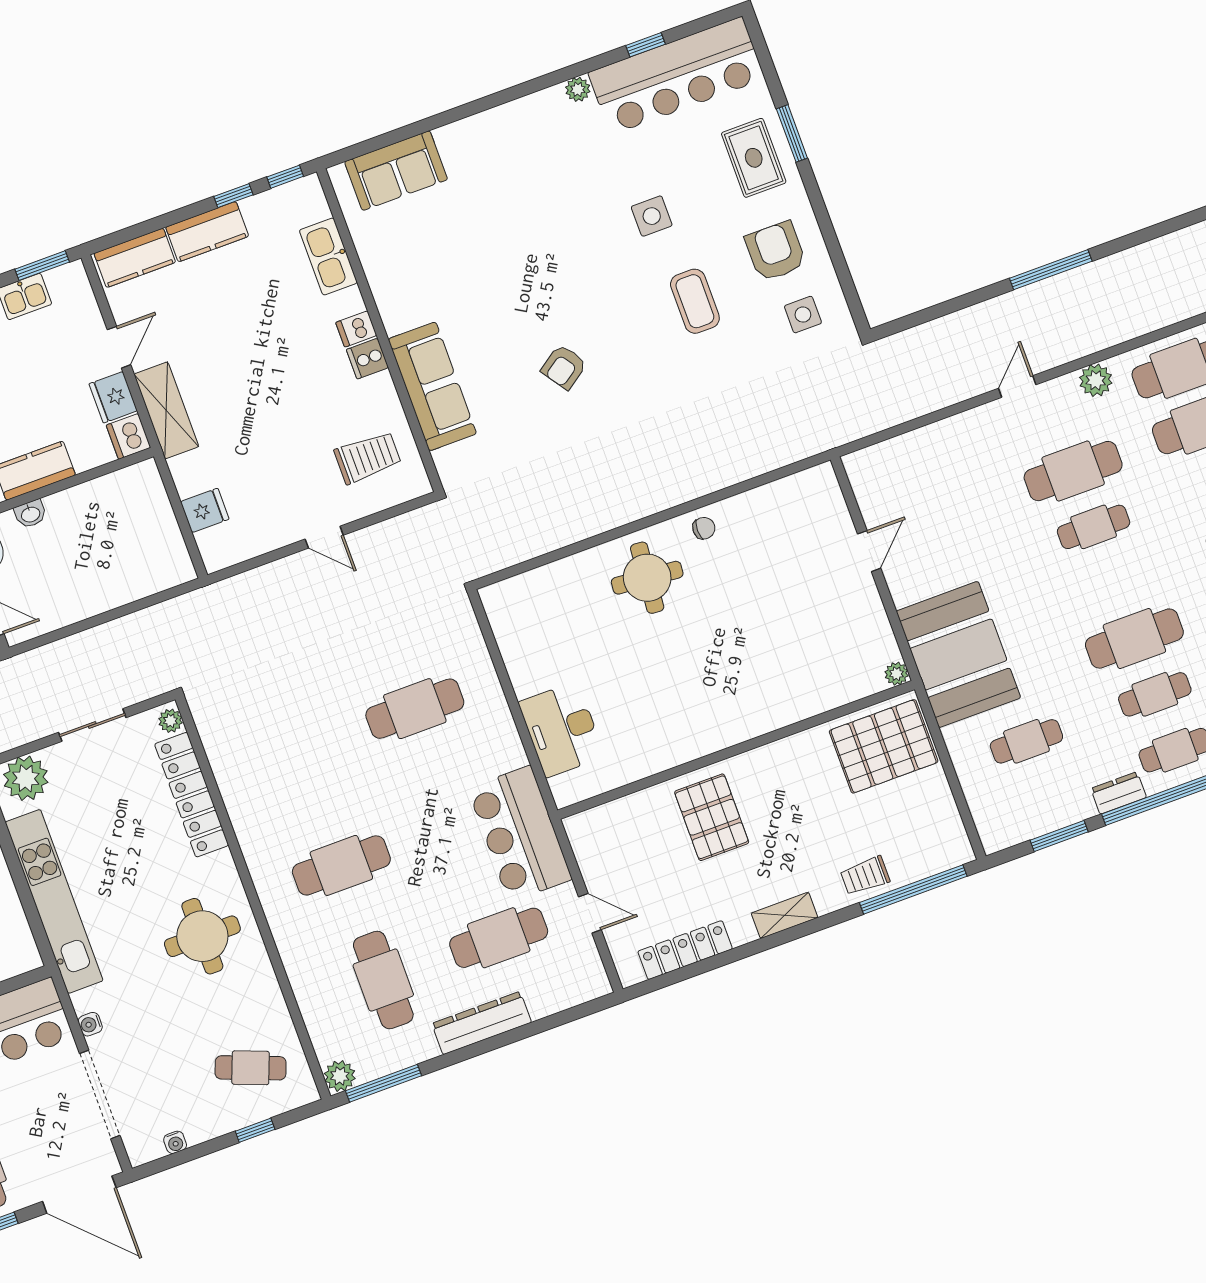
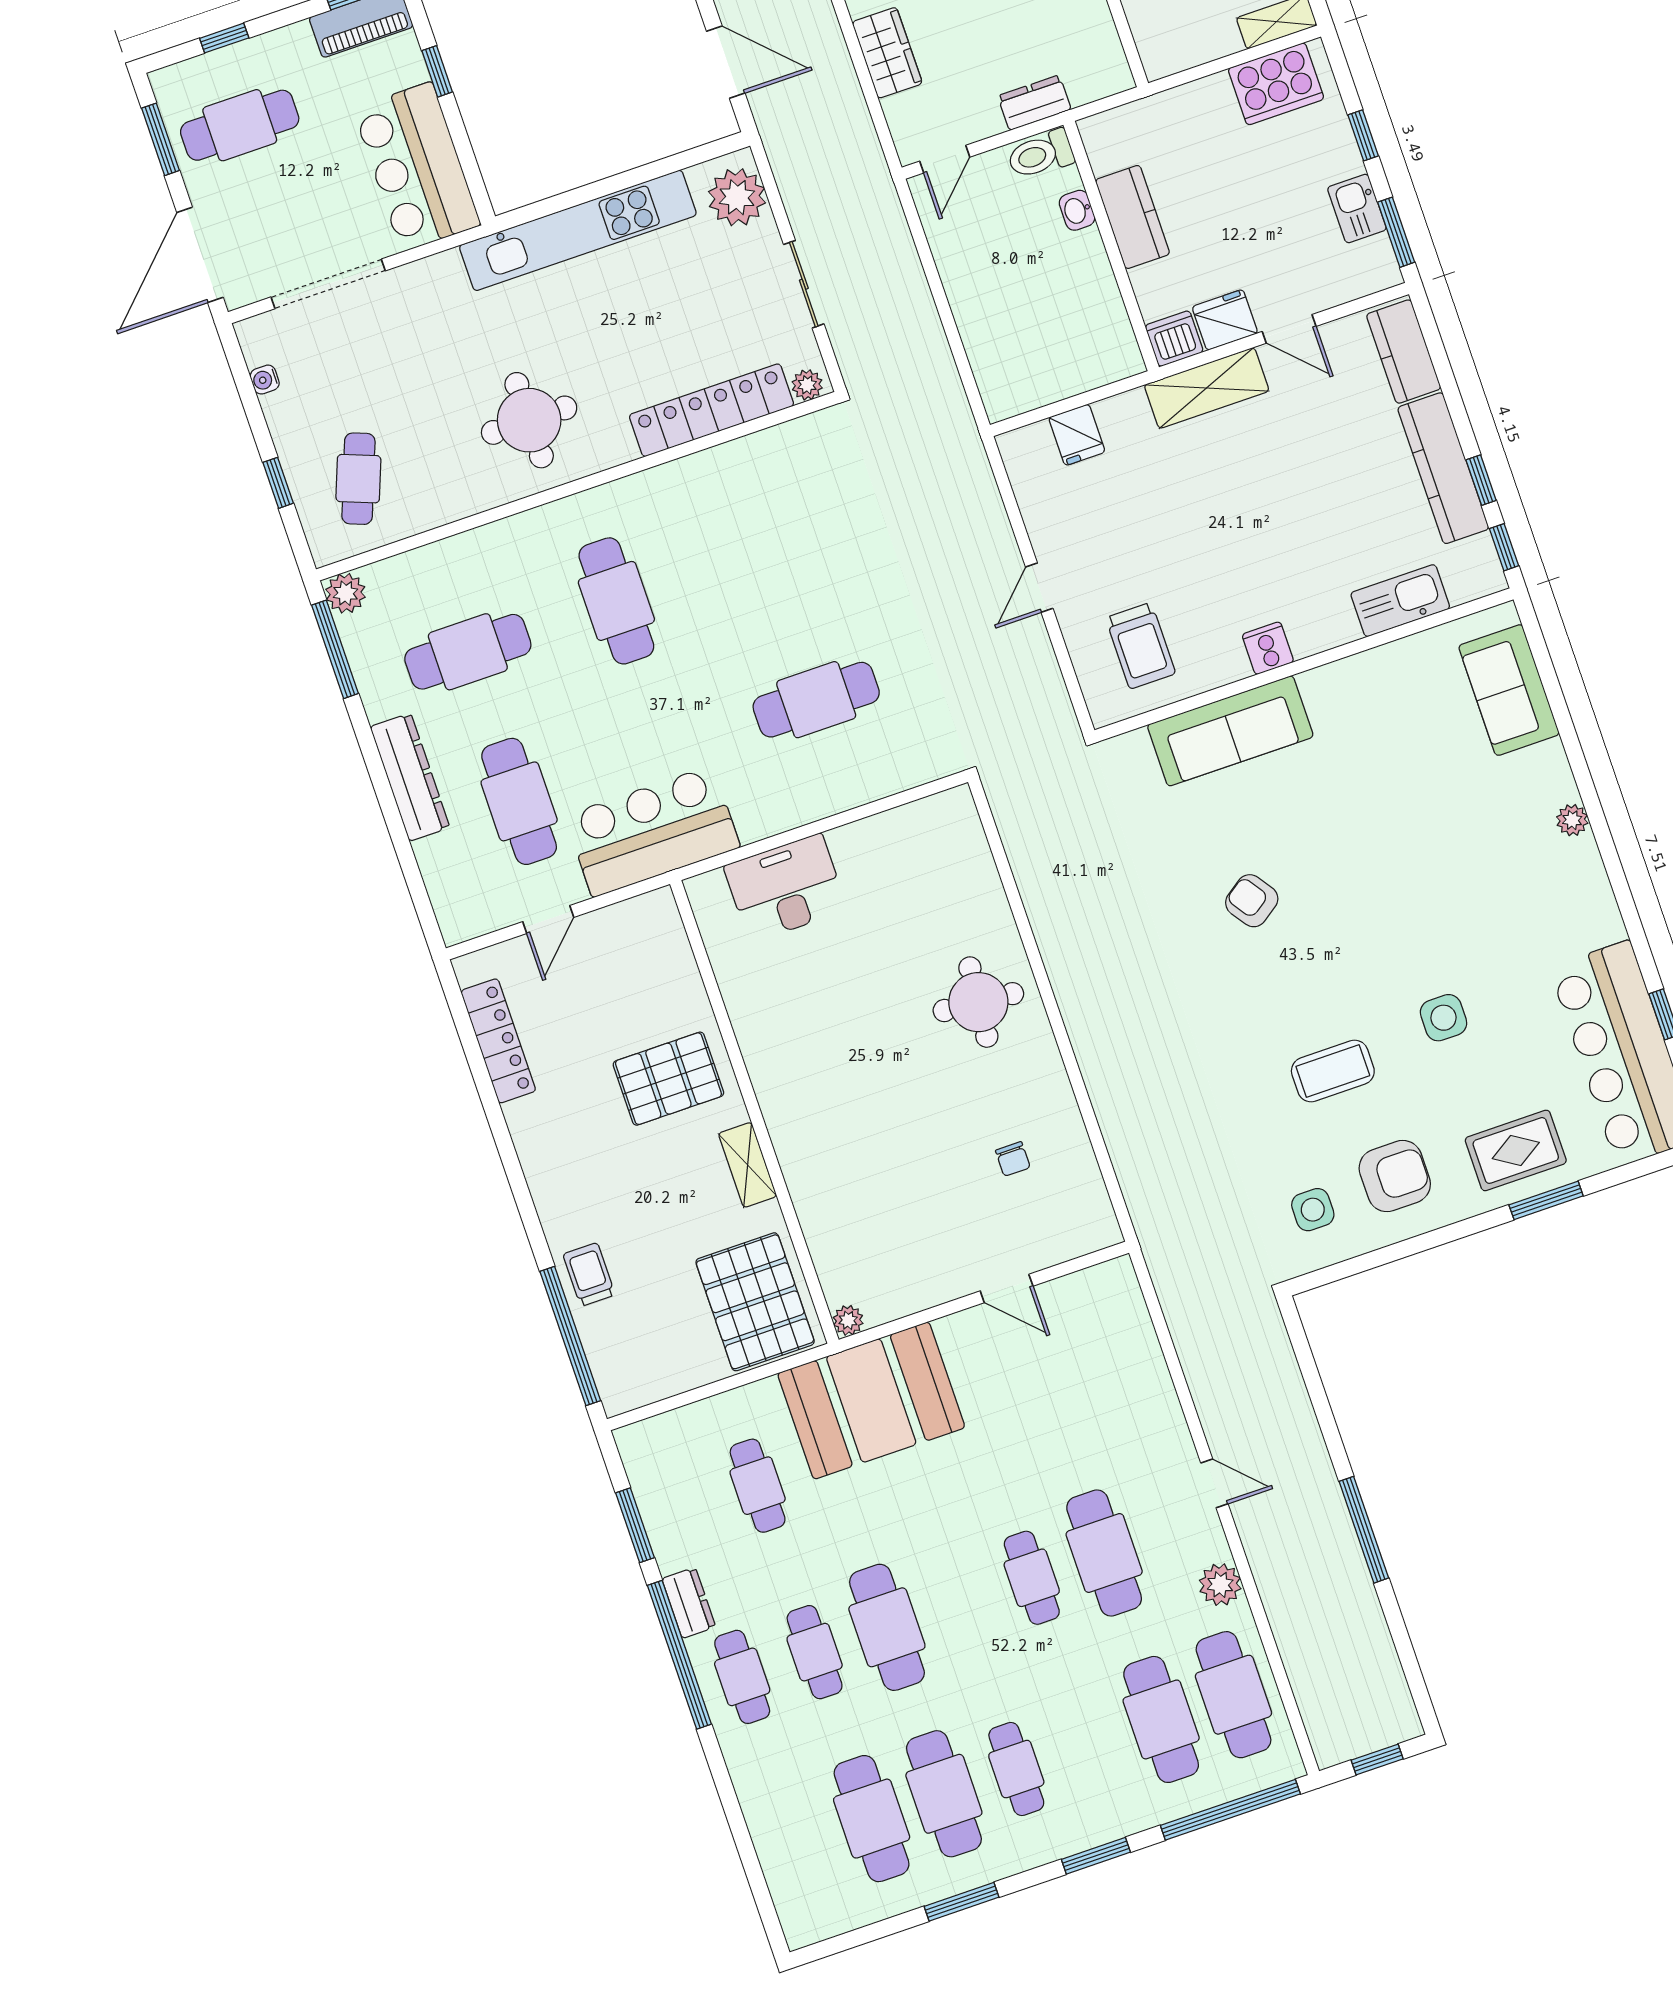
plant: (578, 89) -> (1572, 820), moved
kitchen counter: (207, 232) -> (1443, 468), width x1.50
dishwasher: (356, 329) -> (1306, 634), removed
chair: (704, 528) -> (1013, 1159), moved
cafe table: (415, 709) -> (816, 700), turned 90
shelving: (784, 915) -> (748, 1165), moved
water cooler: (90, 1024) -> (419, 274), removed

